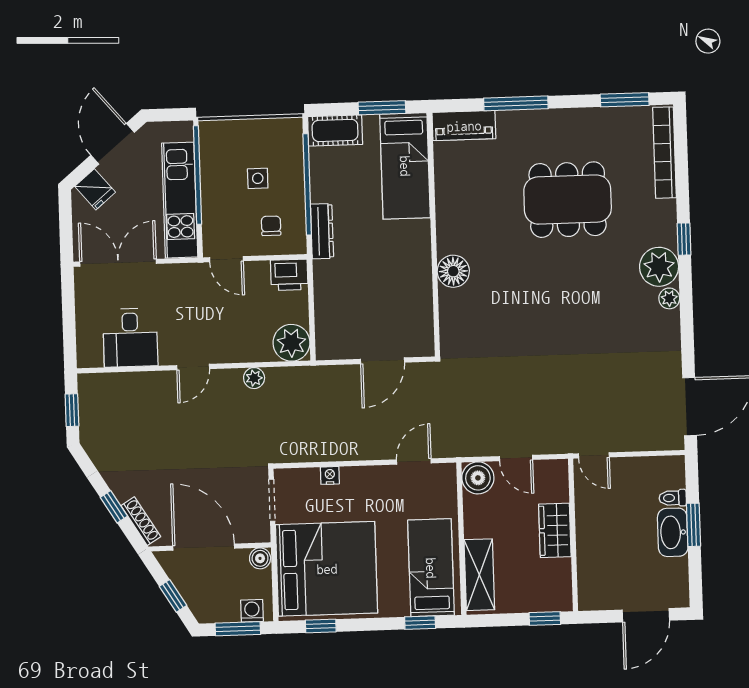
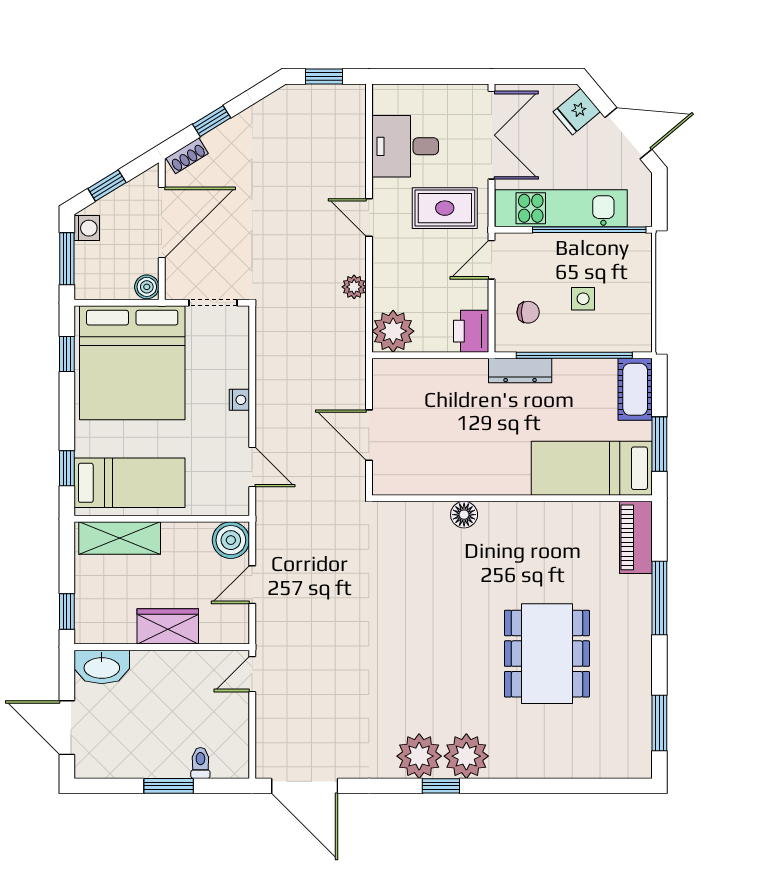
bookcase: (664, 153) -> (597, 767), removed
window: (684, 239) -> (441, 786), moved
floor lamp: (453, 271) -> (464, 515), width x0.73, depth x0.73
plant: (669, 298) -> (419, 756), width x1.87, depth x1.87
rug: (183, 301) -> (445, 208), added
nightstand: (330, 475) -> (239, 400), moved
shoe rack: (141, 521) -> (187, 156), width x0.70
washbasin: (673, 532) -> (102, 667), moved, turned 180
washing machine: (252, 611) -> (87, 228), moved

